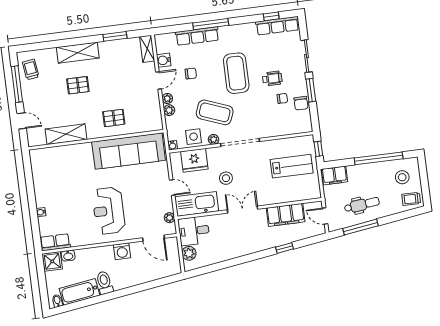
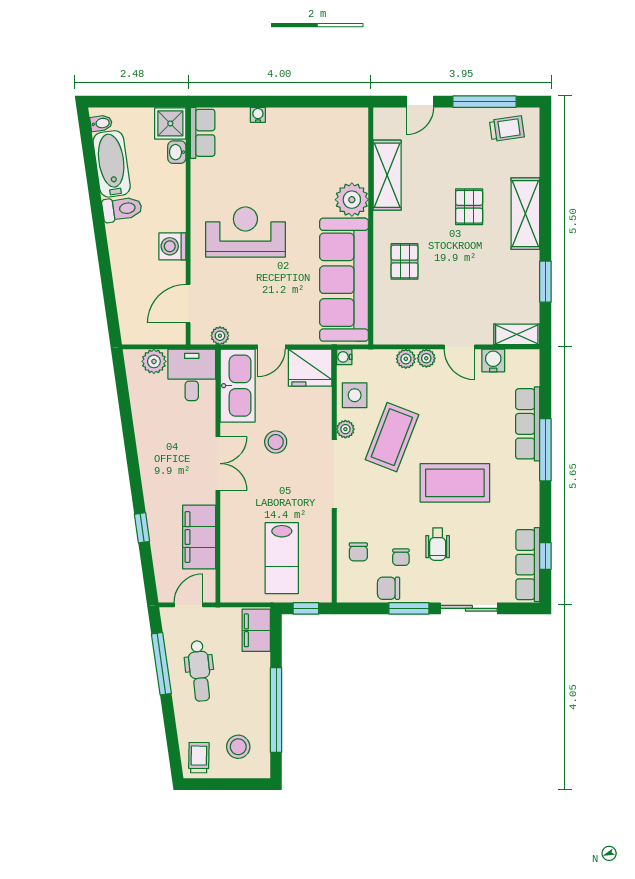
chair: (191, 74) -> (358, 552), moved
plant: (82, 152) -> (352, 200), added
fridge: (194, 160) -> (310, 368), moved, turned -90

